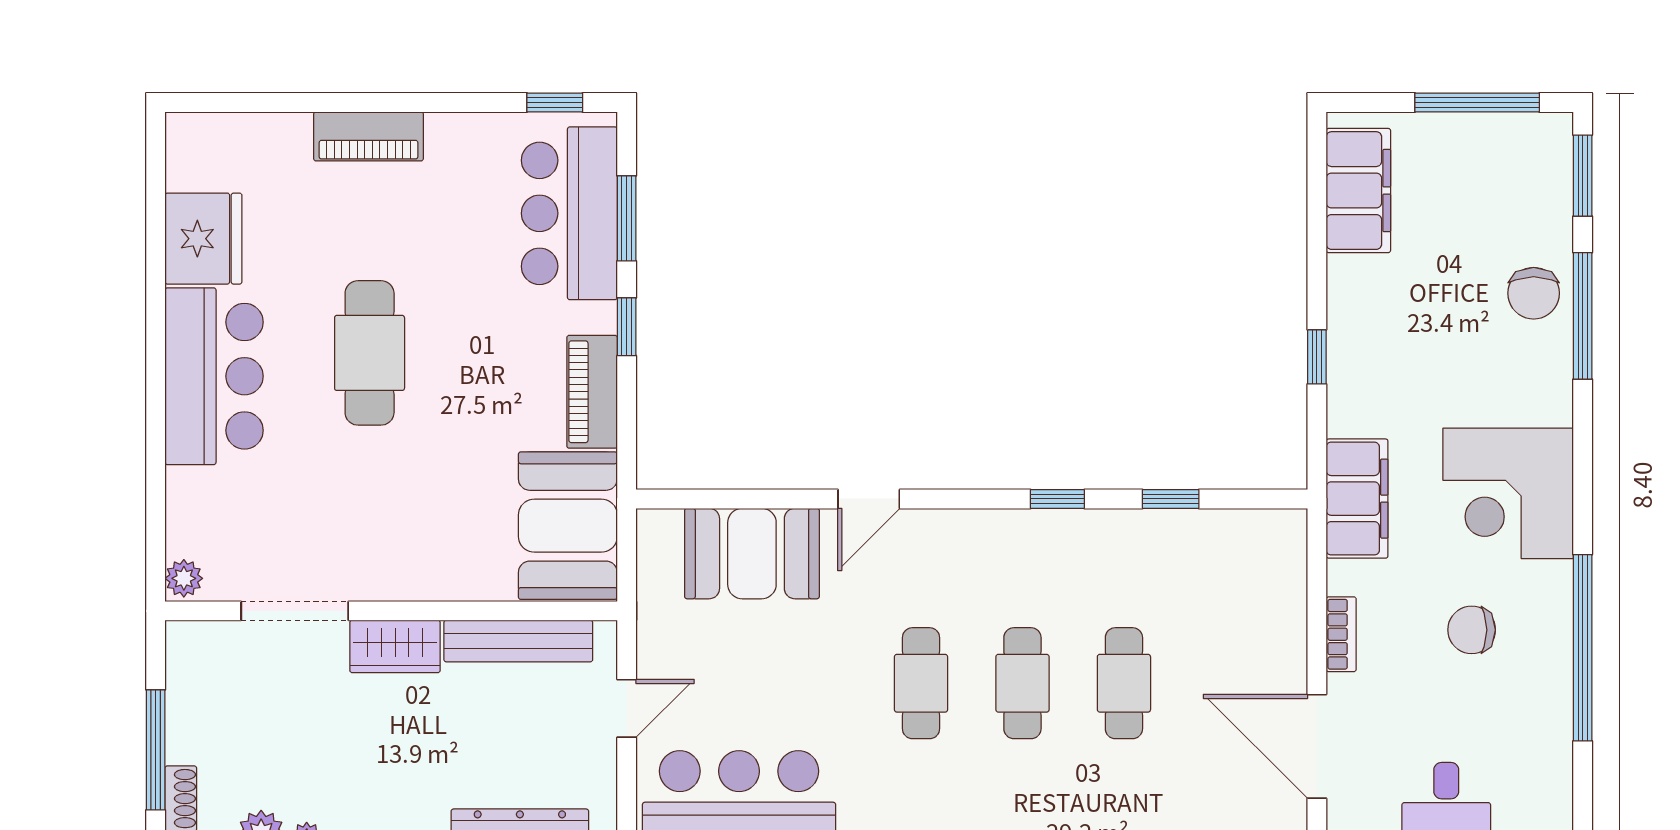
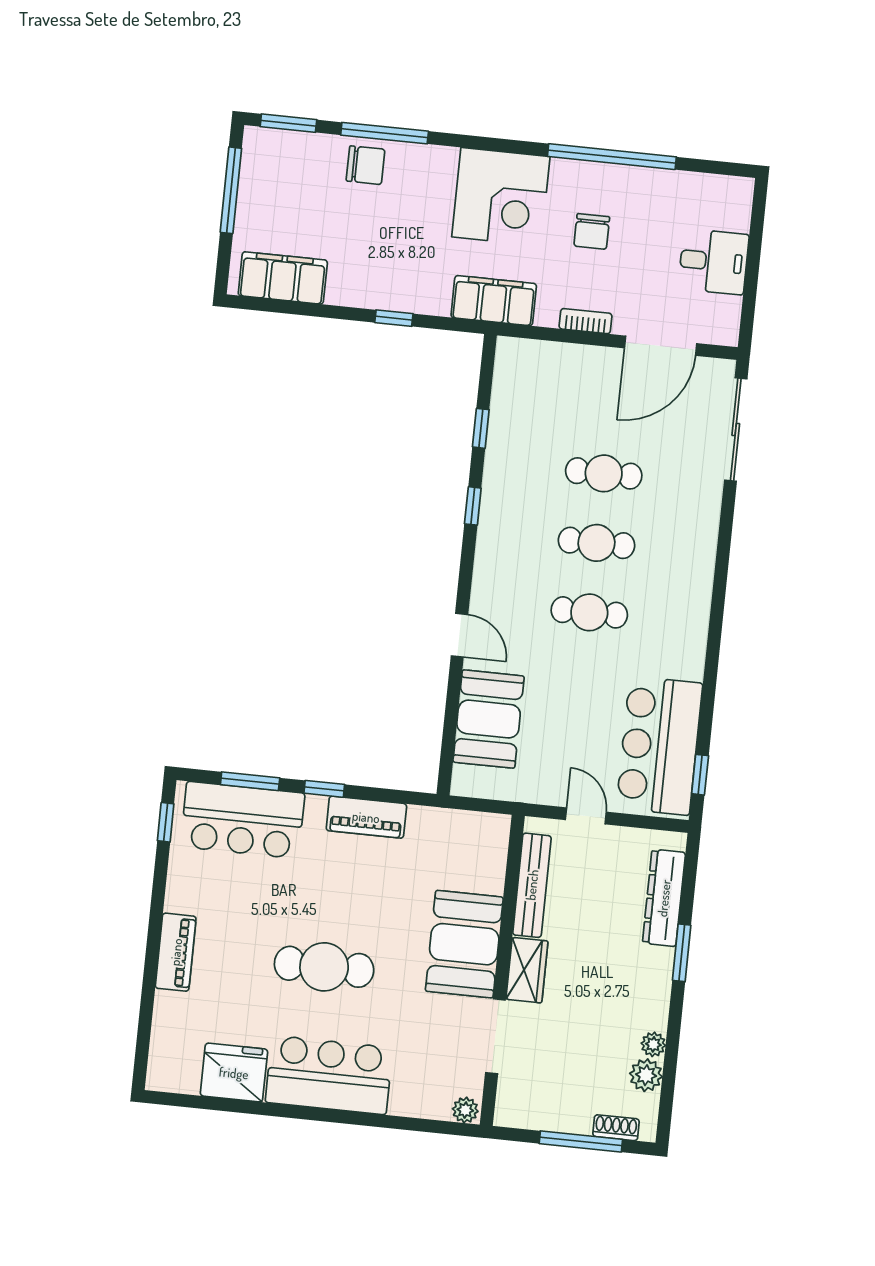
booth: (568, 526) -> (464, 944), moved, turned 90

